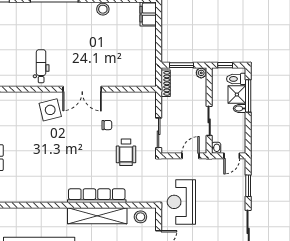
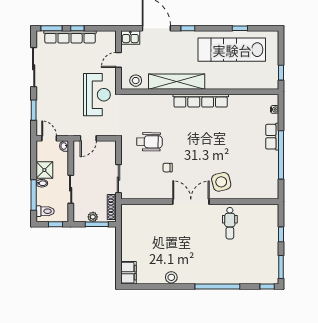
plant: (201, 73) -> (93, 217), moved
shower: (237, 95) -> (44, 170), moved
sliding door: (209, 121) -> (71, 189), moved
sliding door: (159, 133) -> (118, 179), moved
wheelchair: (126, 152) -> (149, 142), turned 91
door: (232, 156) -> (49, 138), hinge flipped
row of seats: (97, 196) -> (201, 101), moved

